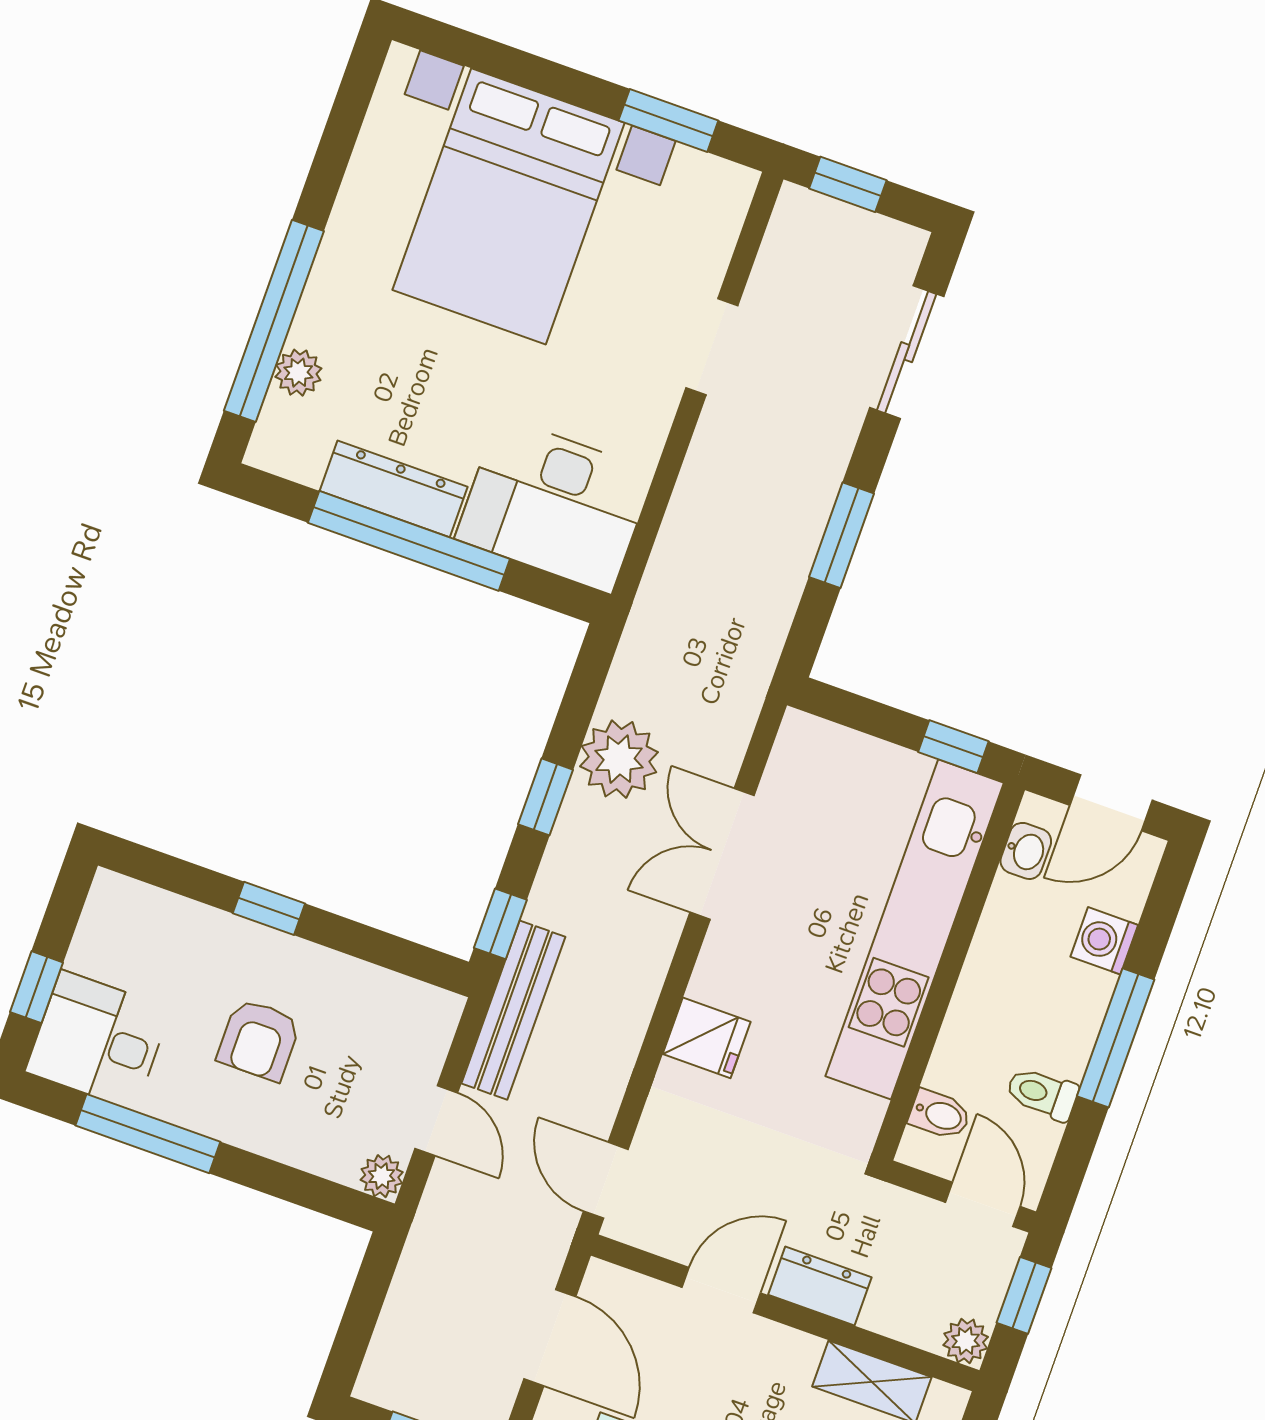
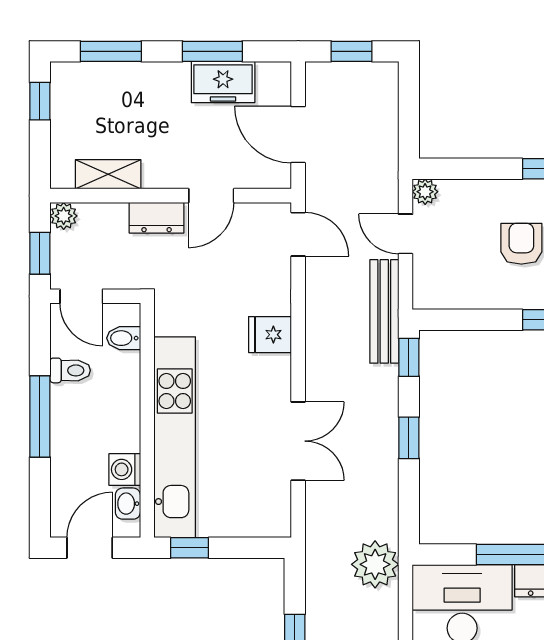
plant: (619, 759) -> (375, 564), moved
washing machine: (1104, 941) -> (125, 469), moved, turned 180

